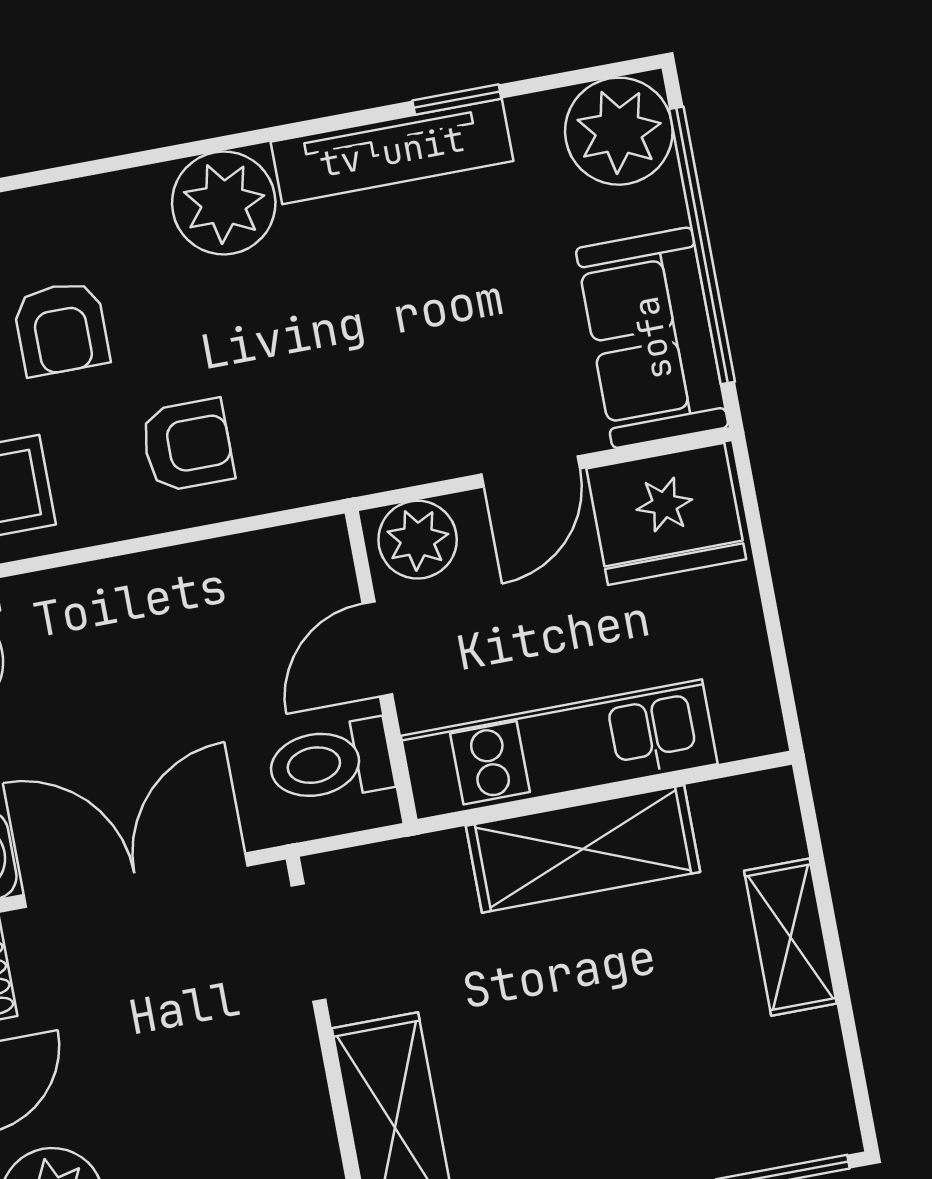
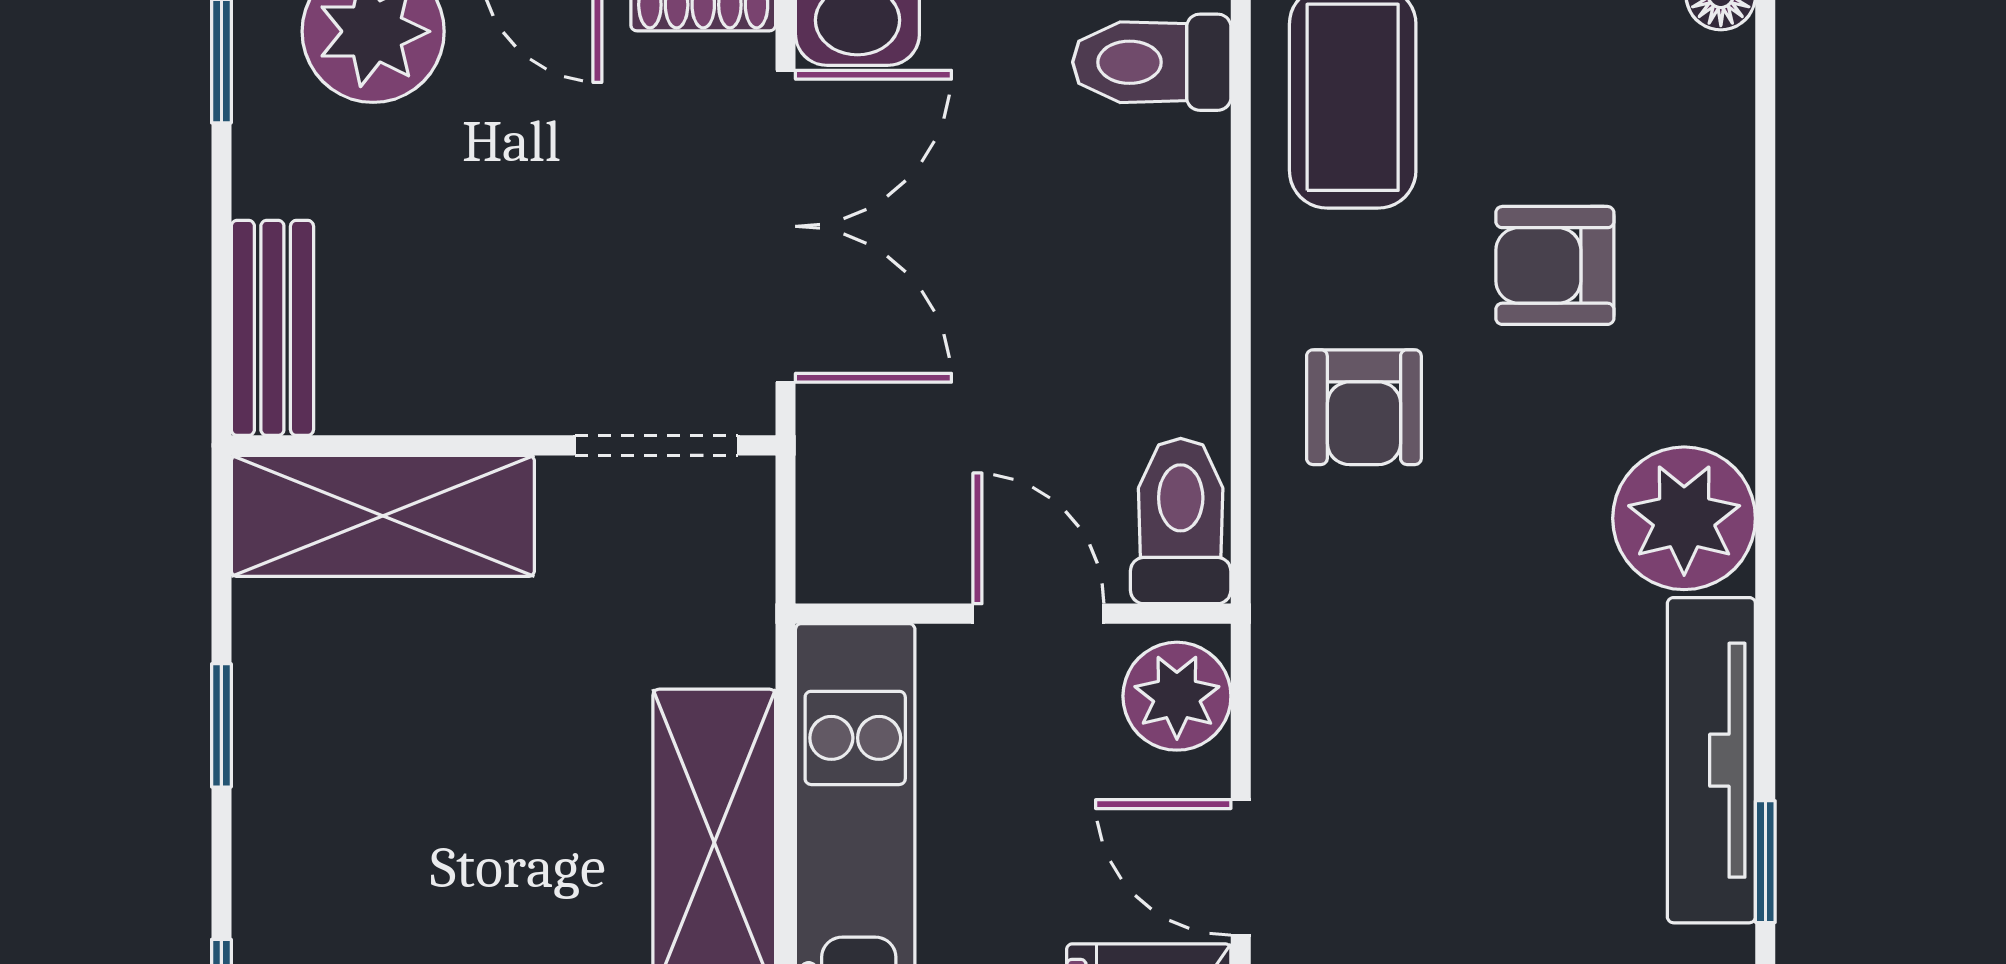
toilet: (330, 762) -> (1181, 521), moved

